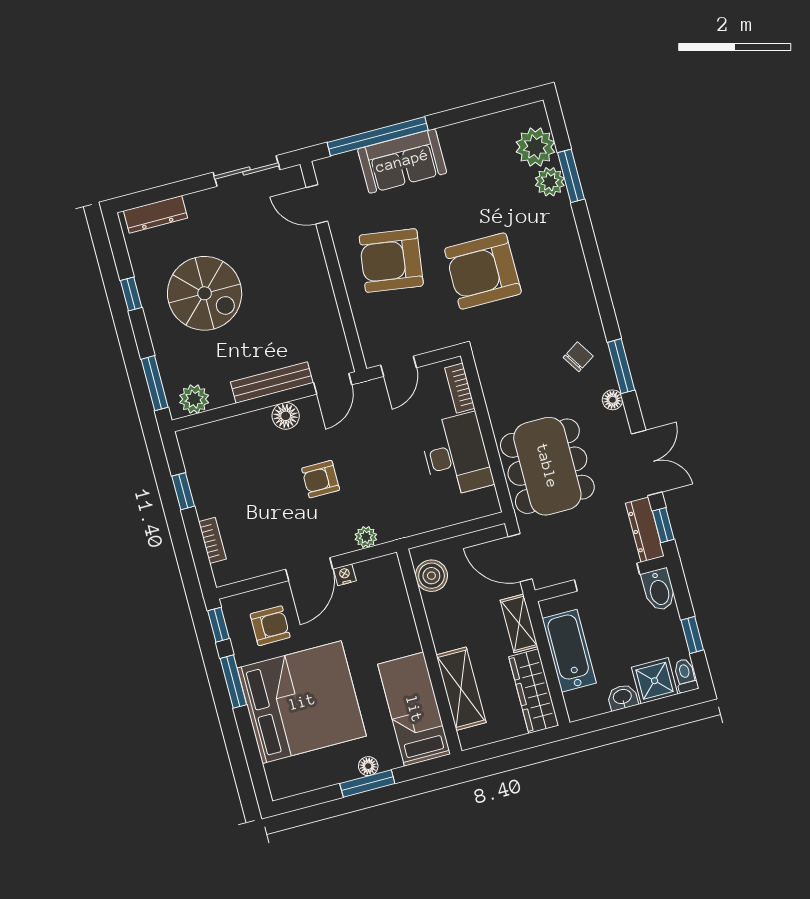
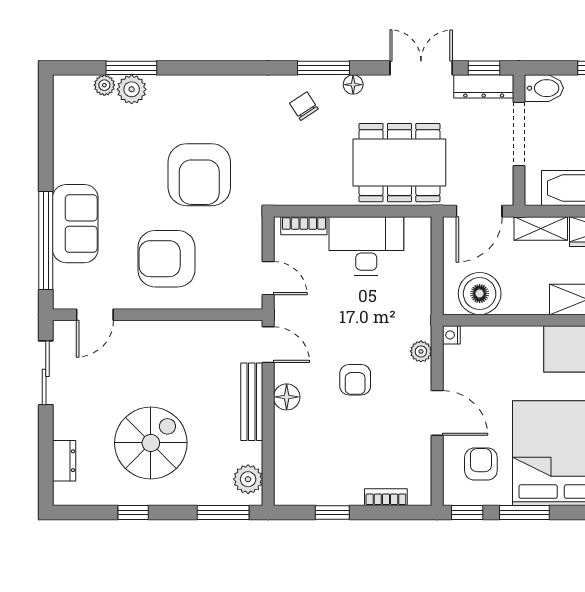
plant: (535, 147) -> (104, 85), width x0.53, depth x0.53
dresser: (155, 214) -> (64, 461), width x0.70
armchair: (391, 261) -> (166, 259), turned 82
nightstand: (345, 575) -> (451, 335), moved
boiler: (431, 576) -> (480, 294), width x1.37, depth x1.37

